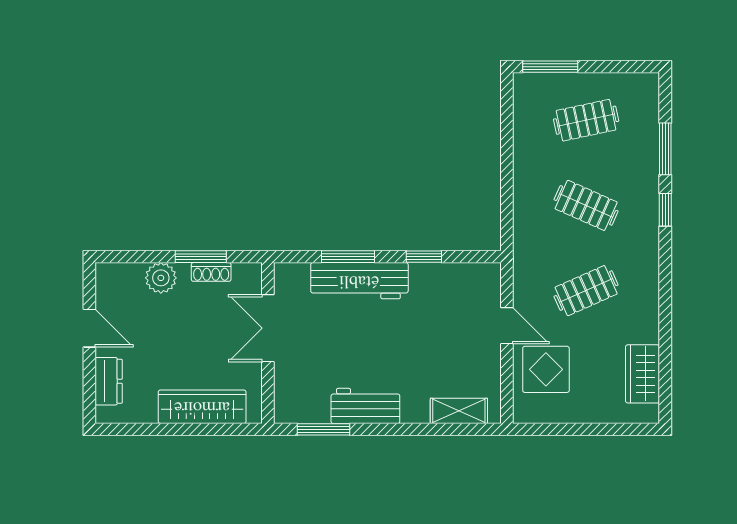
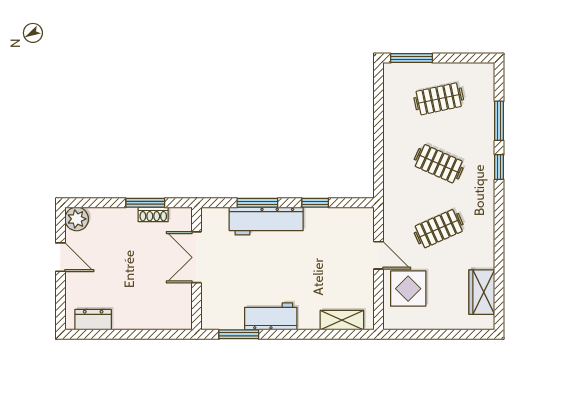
plant: (161, 278) -> (77, 219), moved
dresser: (109, 381) -> (93, 320), moved, turned -90
wardrobe: (202, 407) -> (146, 317), removed

